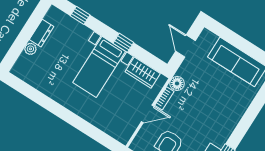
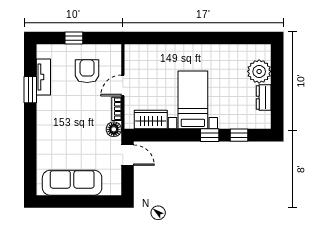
window: (123, 43) -> (210, 135), moved
door: (185, 46) -> (127, 155), moved
plant: (30, 49) -> (259, 71), width x1.88, depth x1.88

